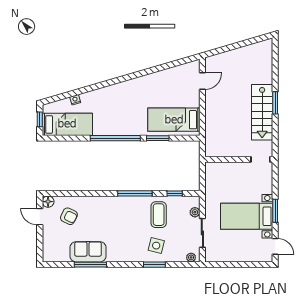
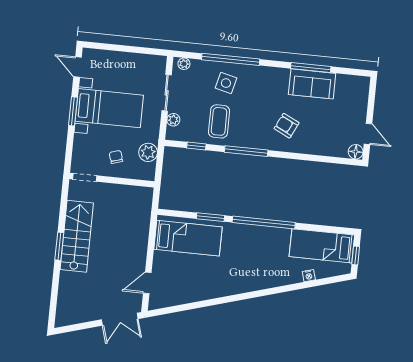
double door: (221, 50) -> (120, 319), added
chair: (237, 178) -> (116, 157), added
plant: (212, 184) -> (148, 152), added
armchair: (69, 216) -> (287, 126), moved
window: (154, 265) -> (231, 59), width x2.11

